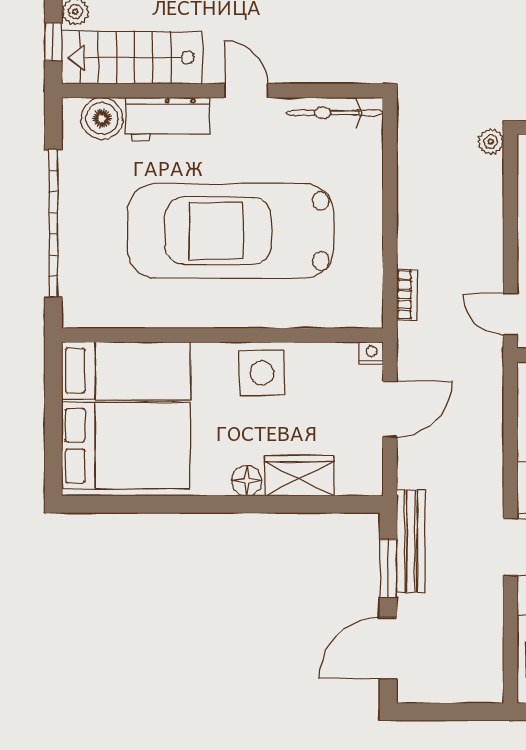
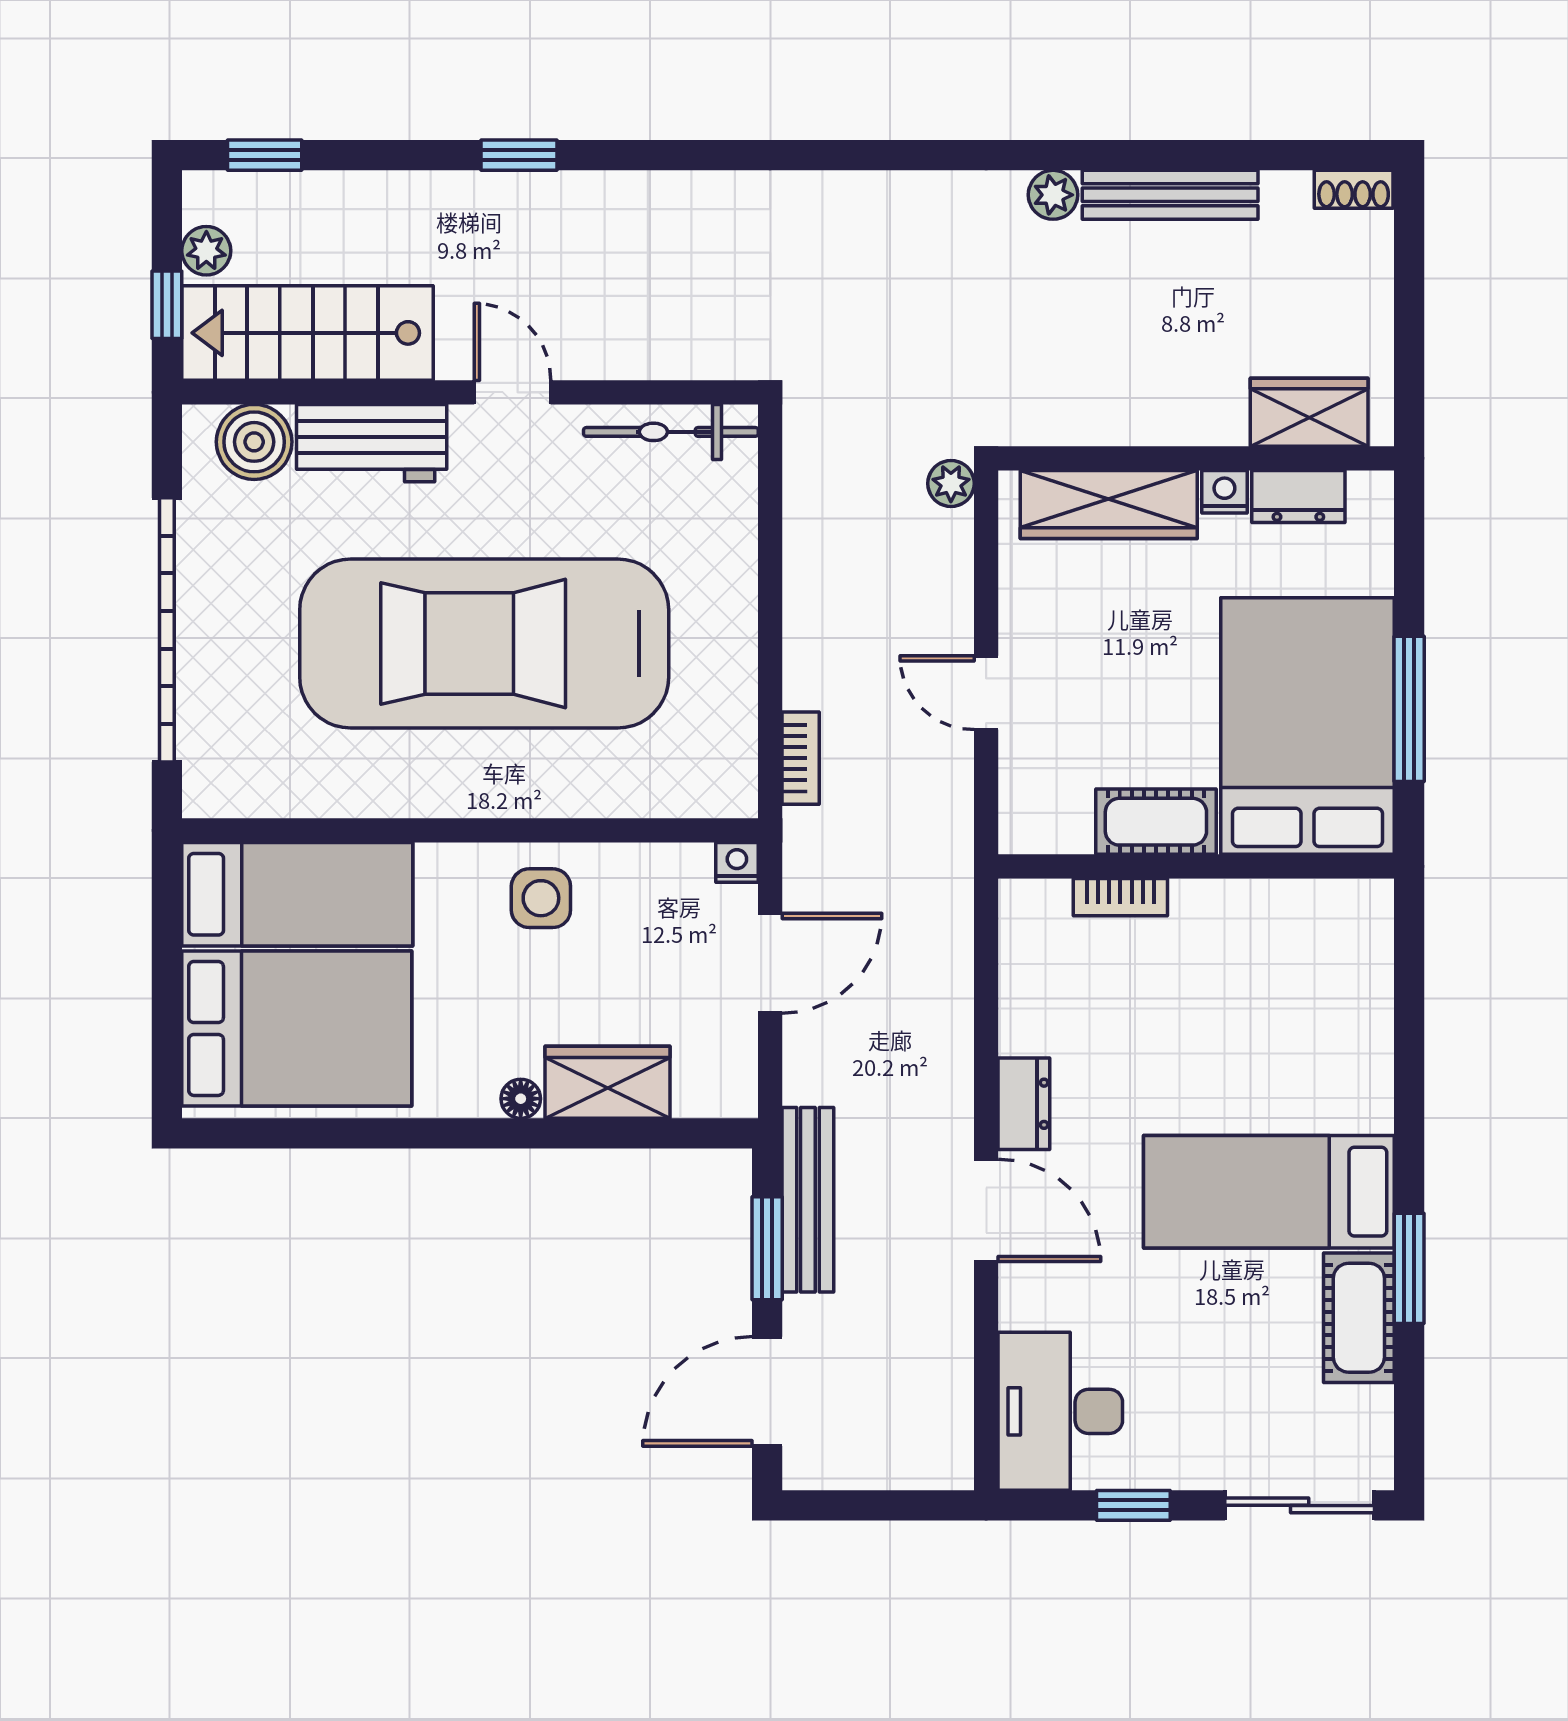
door: (510, 314) -> (986, 693), moved
side table: (262, 373) -> (541, 898), width x0.73, depth x0.73
floor lamp: (247, 481) -> (521, 1099), width x0.73, depth x0.73

